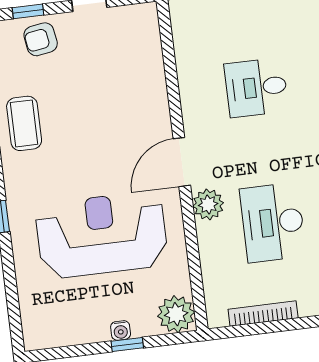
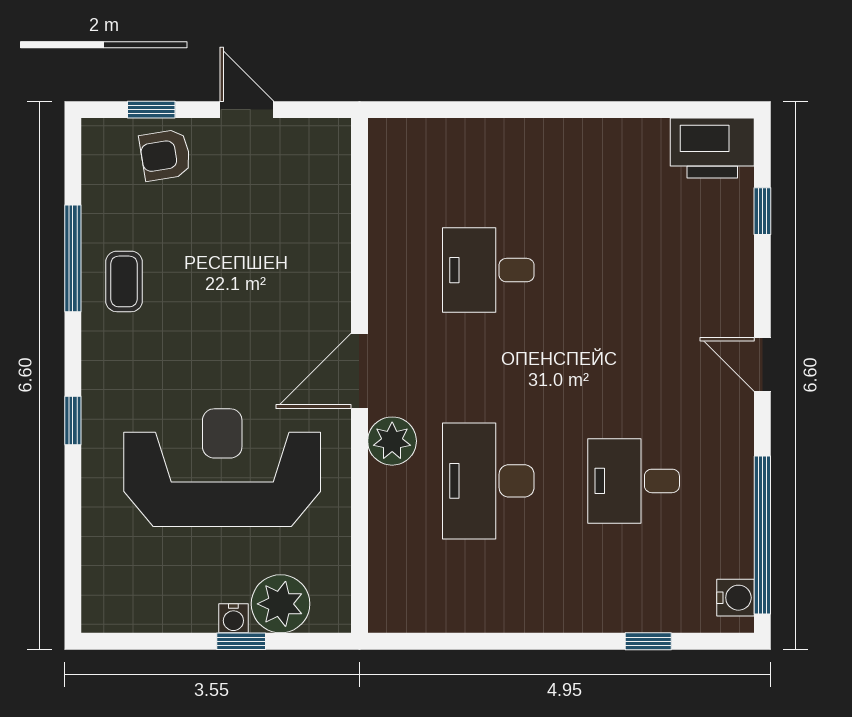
coffee table: (24, 123) -> (124, 281), width x0.73, depth x0.77
plant: (176, 314) -> (281, 604), moved
bookcase: (263, 314) -> (456, 619), removed

